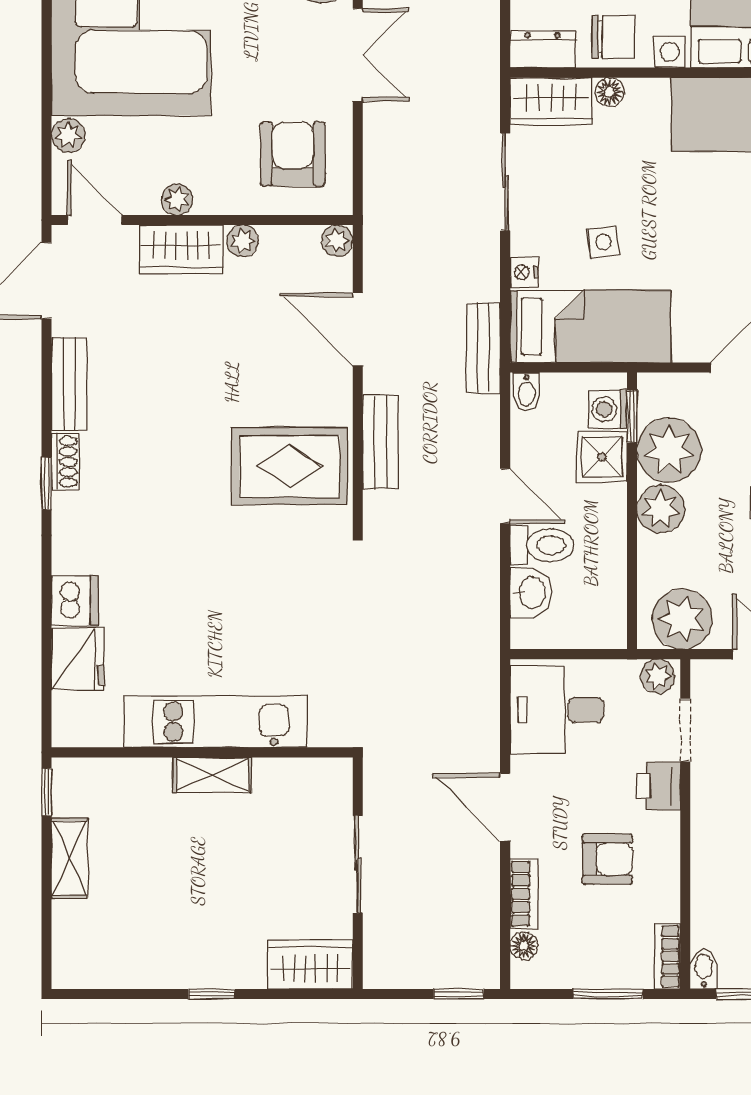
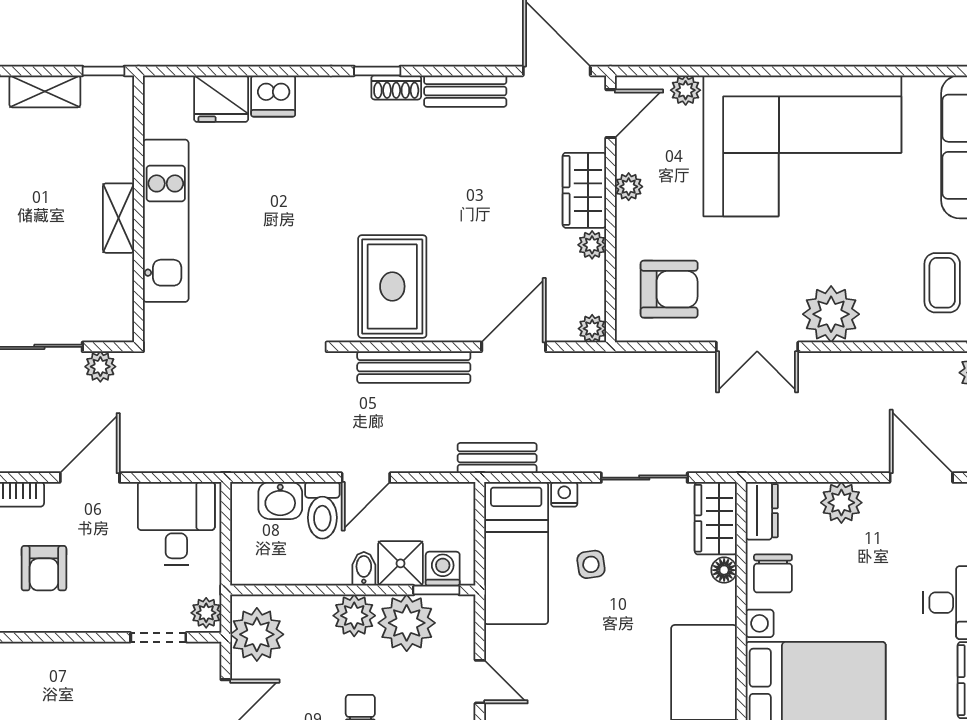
bidet: (527, 391) -> (364, 569), moved, turned 90
bench: (381, 442) -> (414, 367), width x1.36
printer: (659, 786) -> (109, 614), removed
plant: (380, 796) -> (100, 367), added

